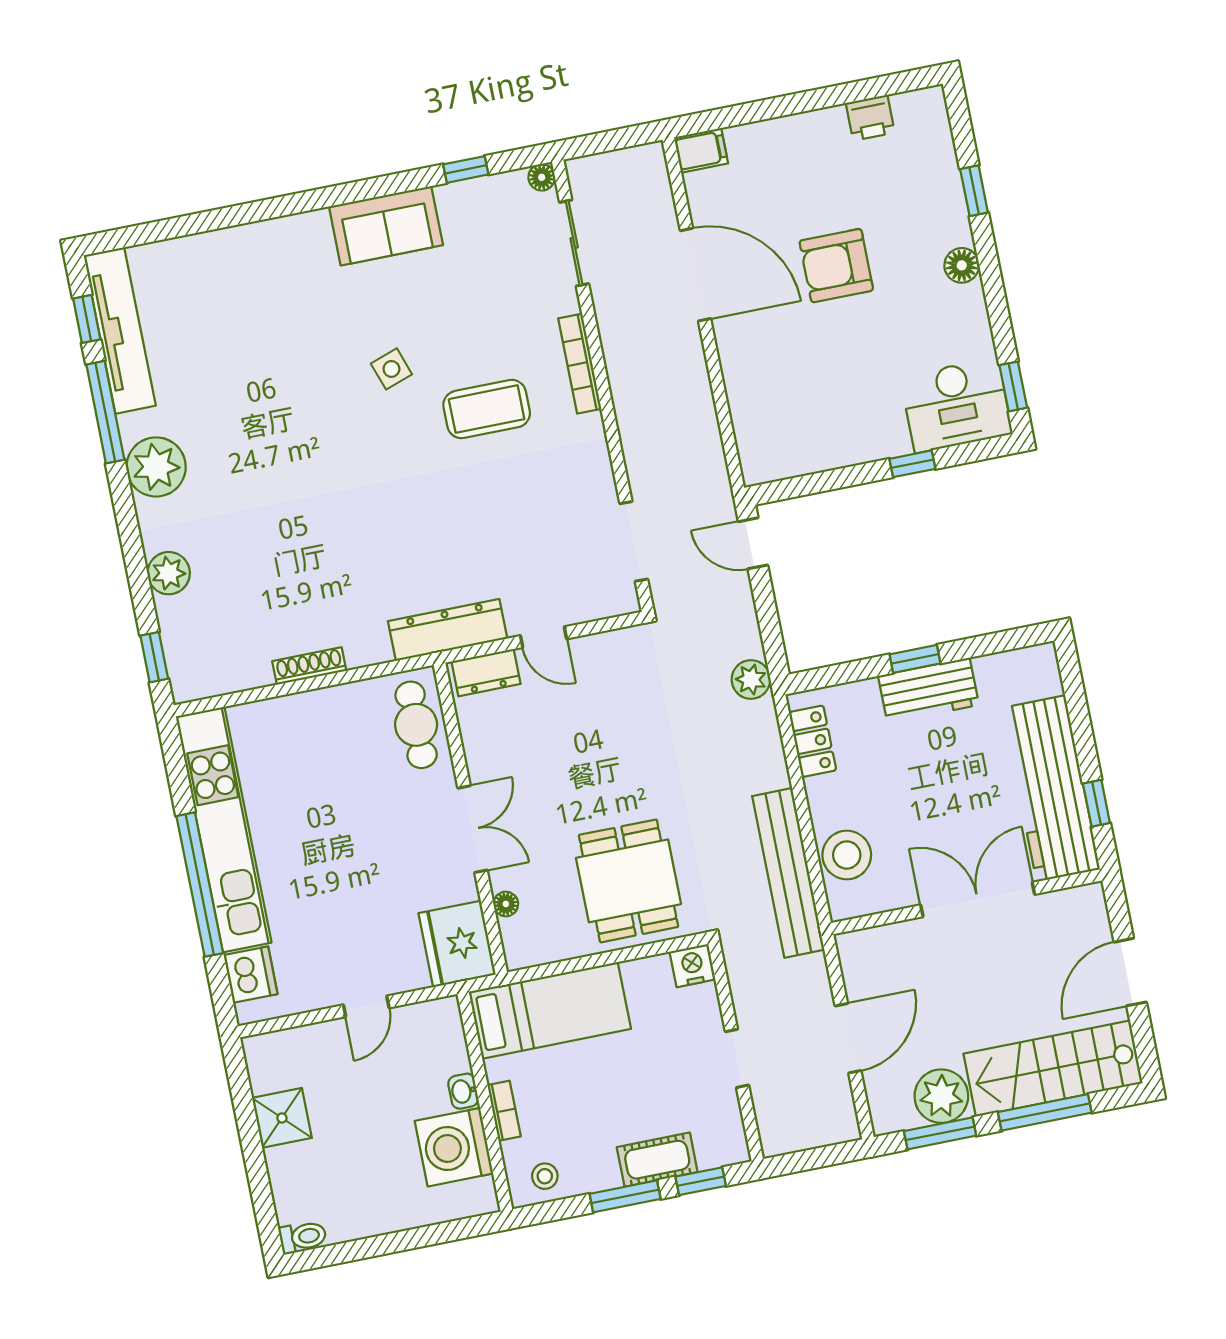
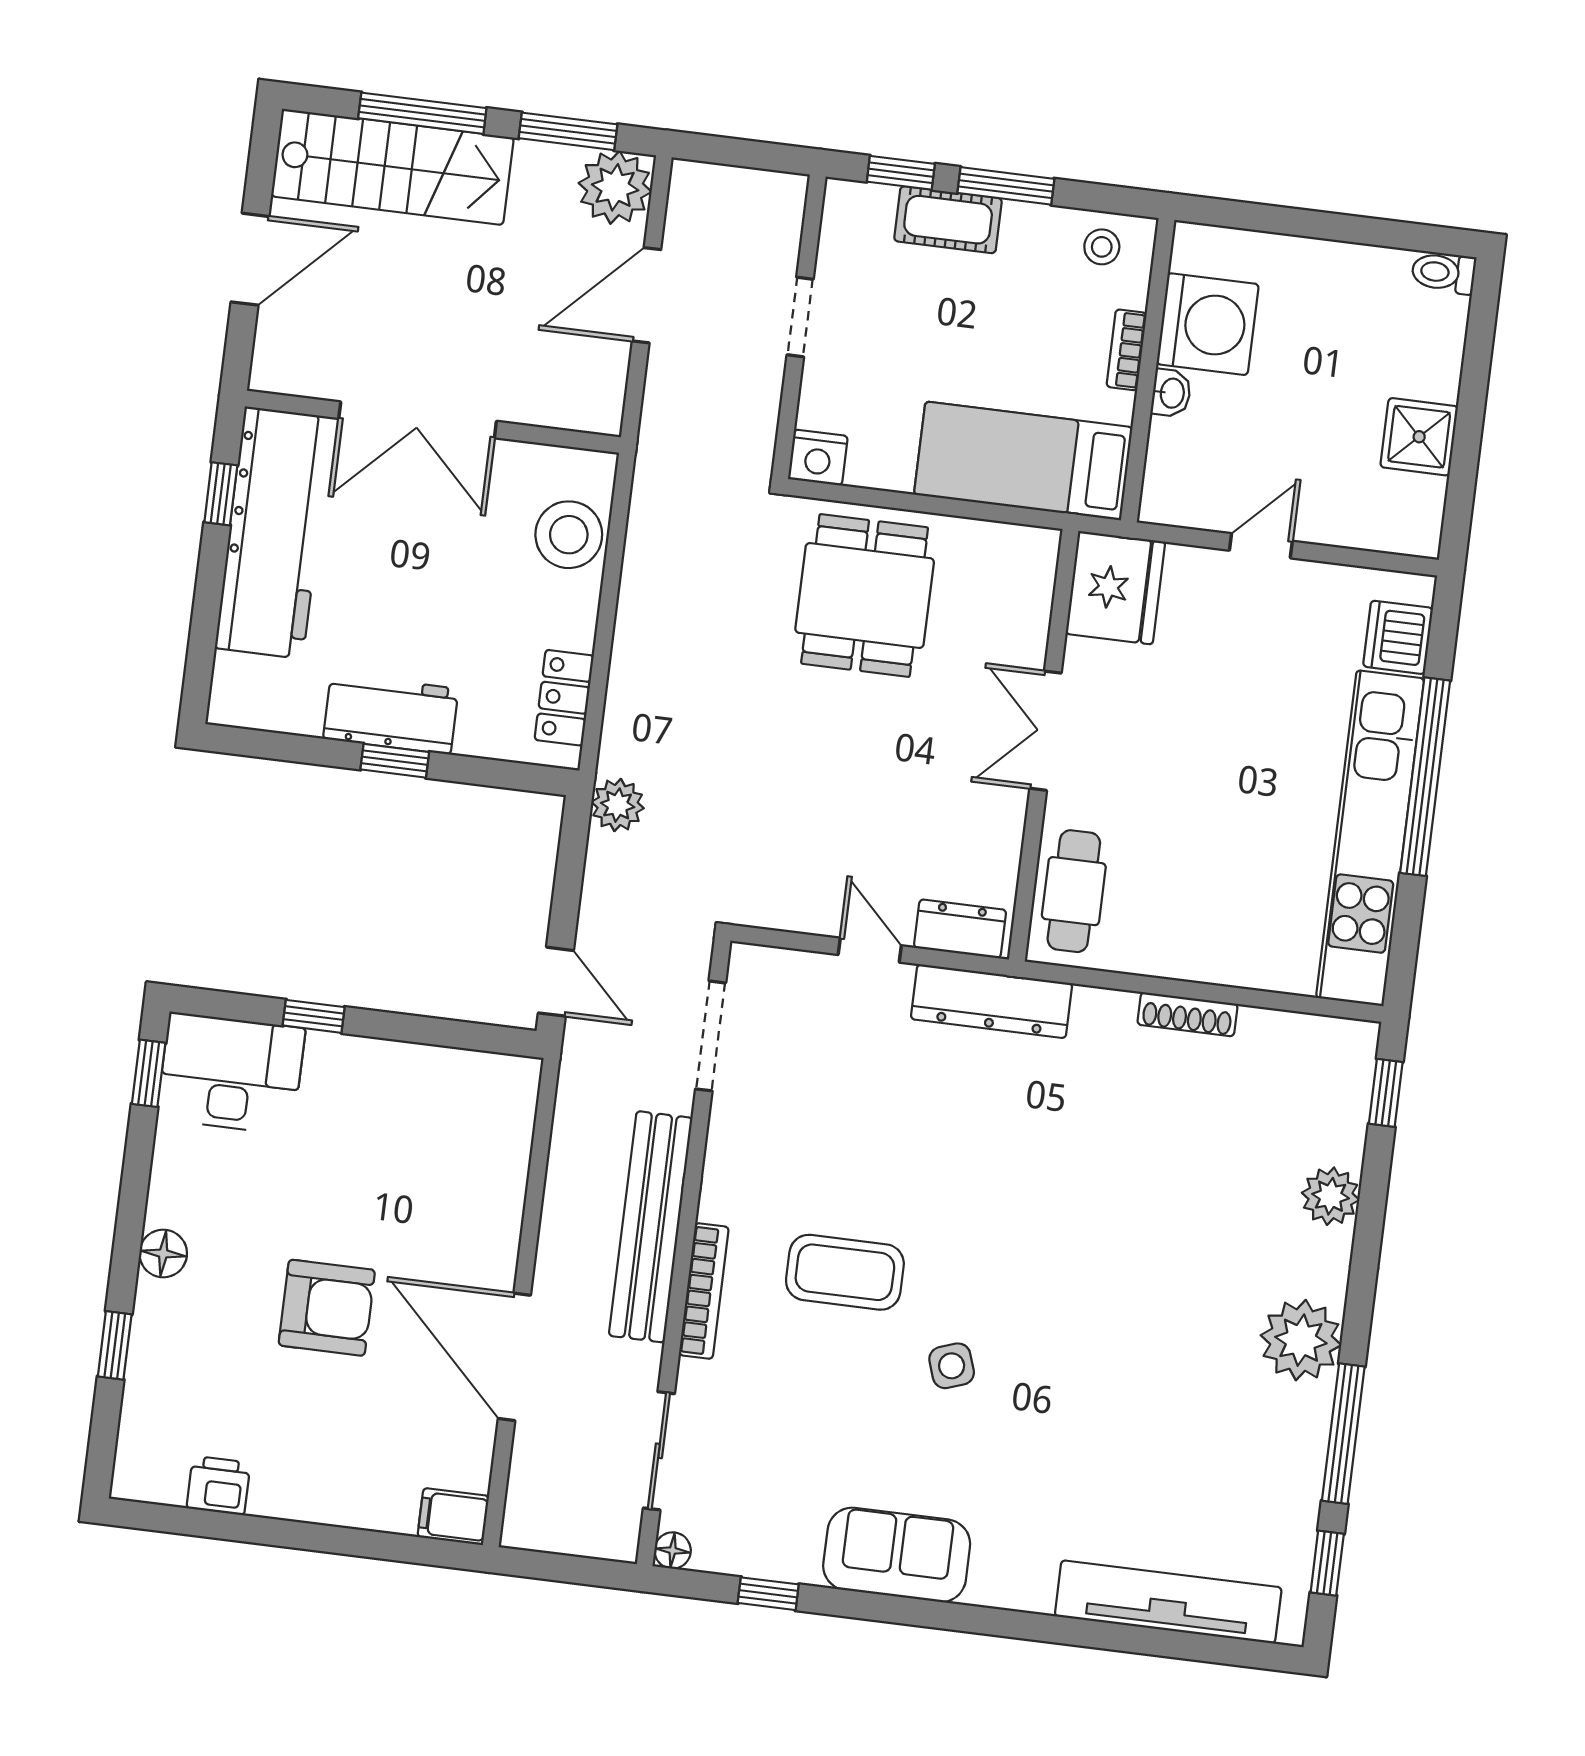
tv unit: (120, 331) -> (1168, 1602), moved, turned 90
bench: (788, 873) -> (651, 1227), moved
floor lamp: (506, 904) -> (1035, 619), removed
plant: (941, 1096) -> (615, 187), moved

